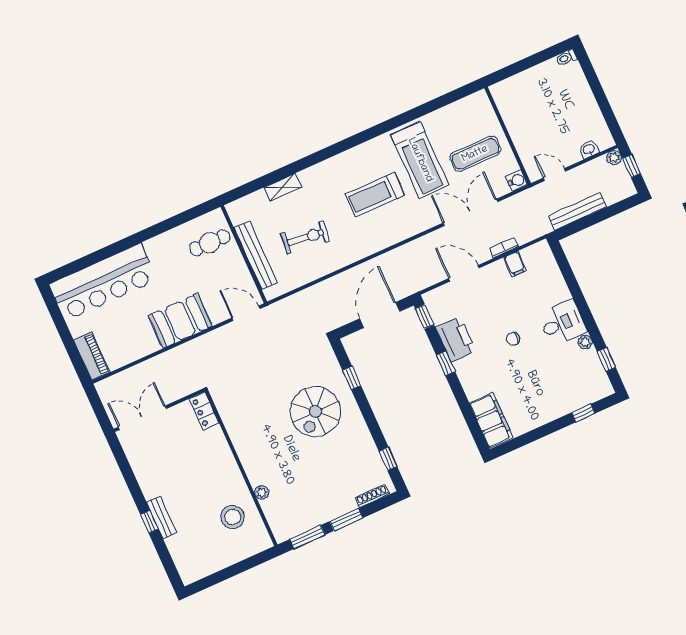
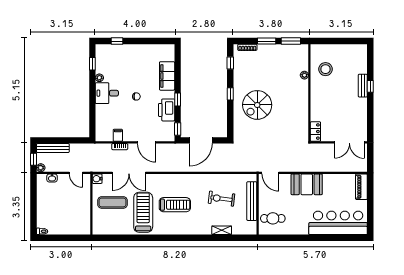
bench: (577, 212) -> (53, 148), moved
window: (352, 378) -> (230, 94), moved
spiral stairs: (315, 411) -> (257, 105), turned 180
filing cabinet: (491, 420) -> (167, 76), moved

